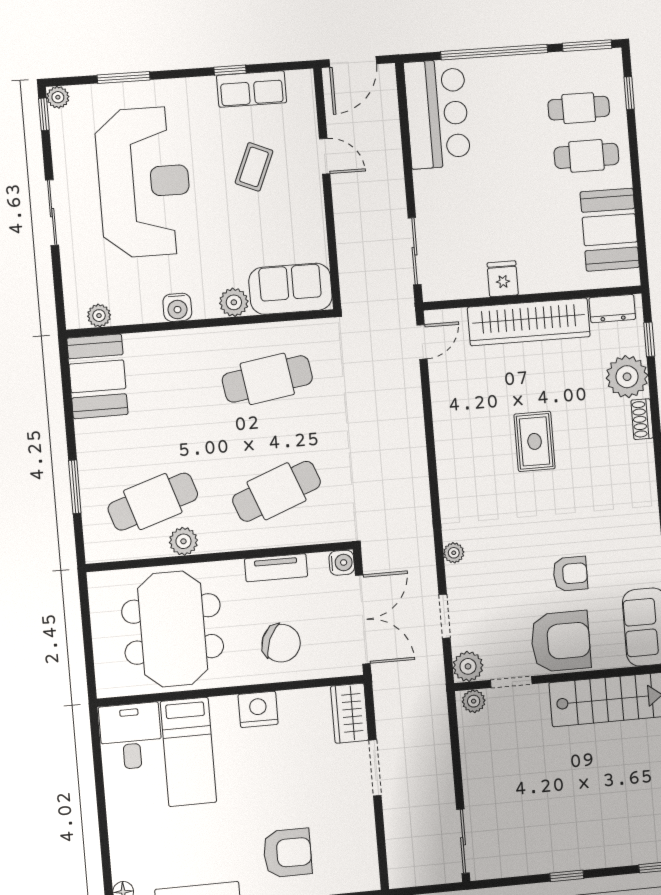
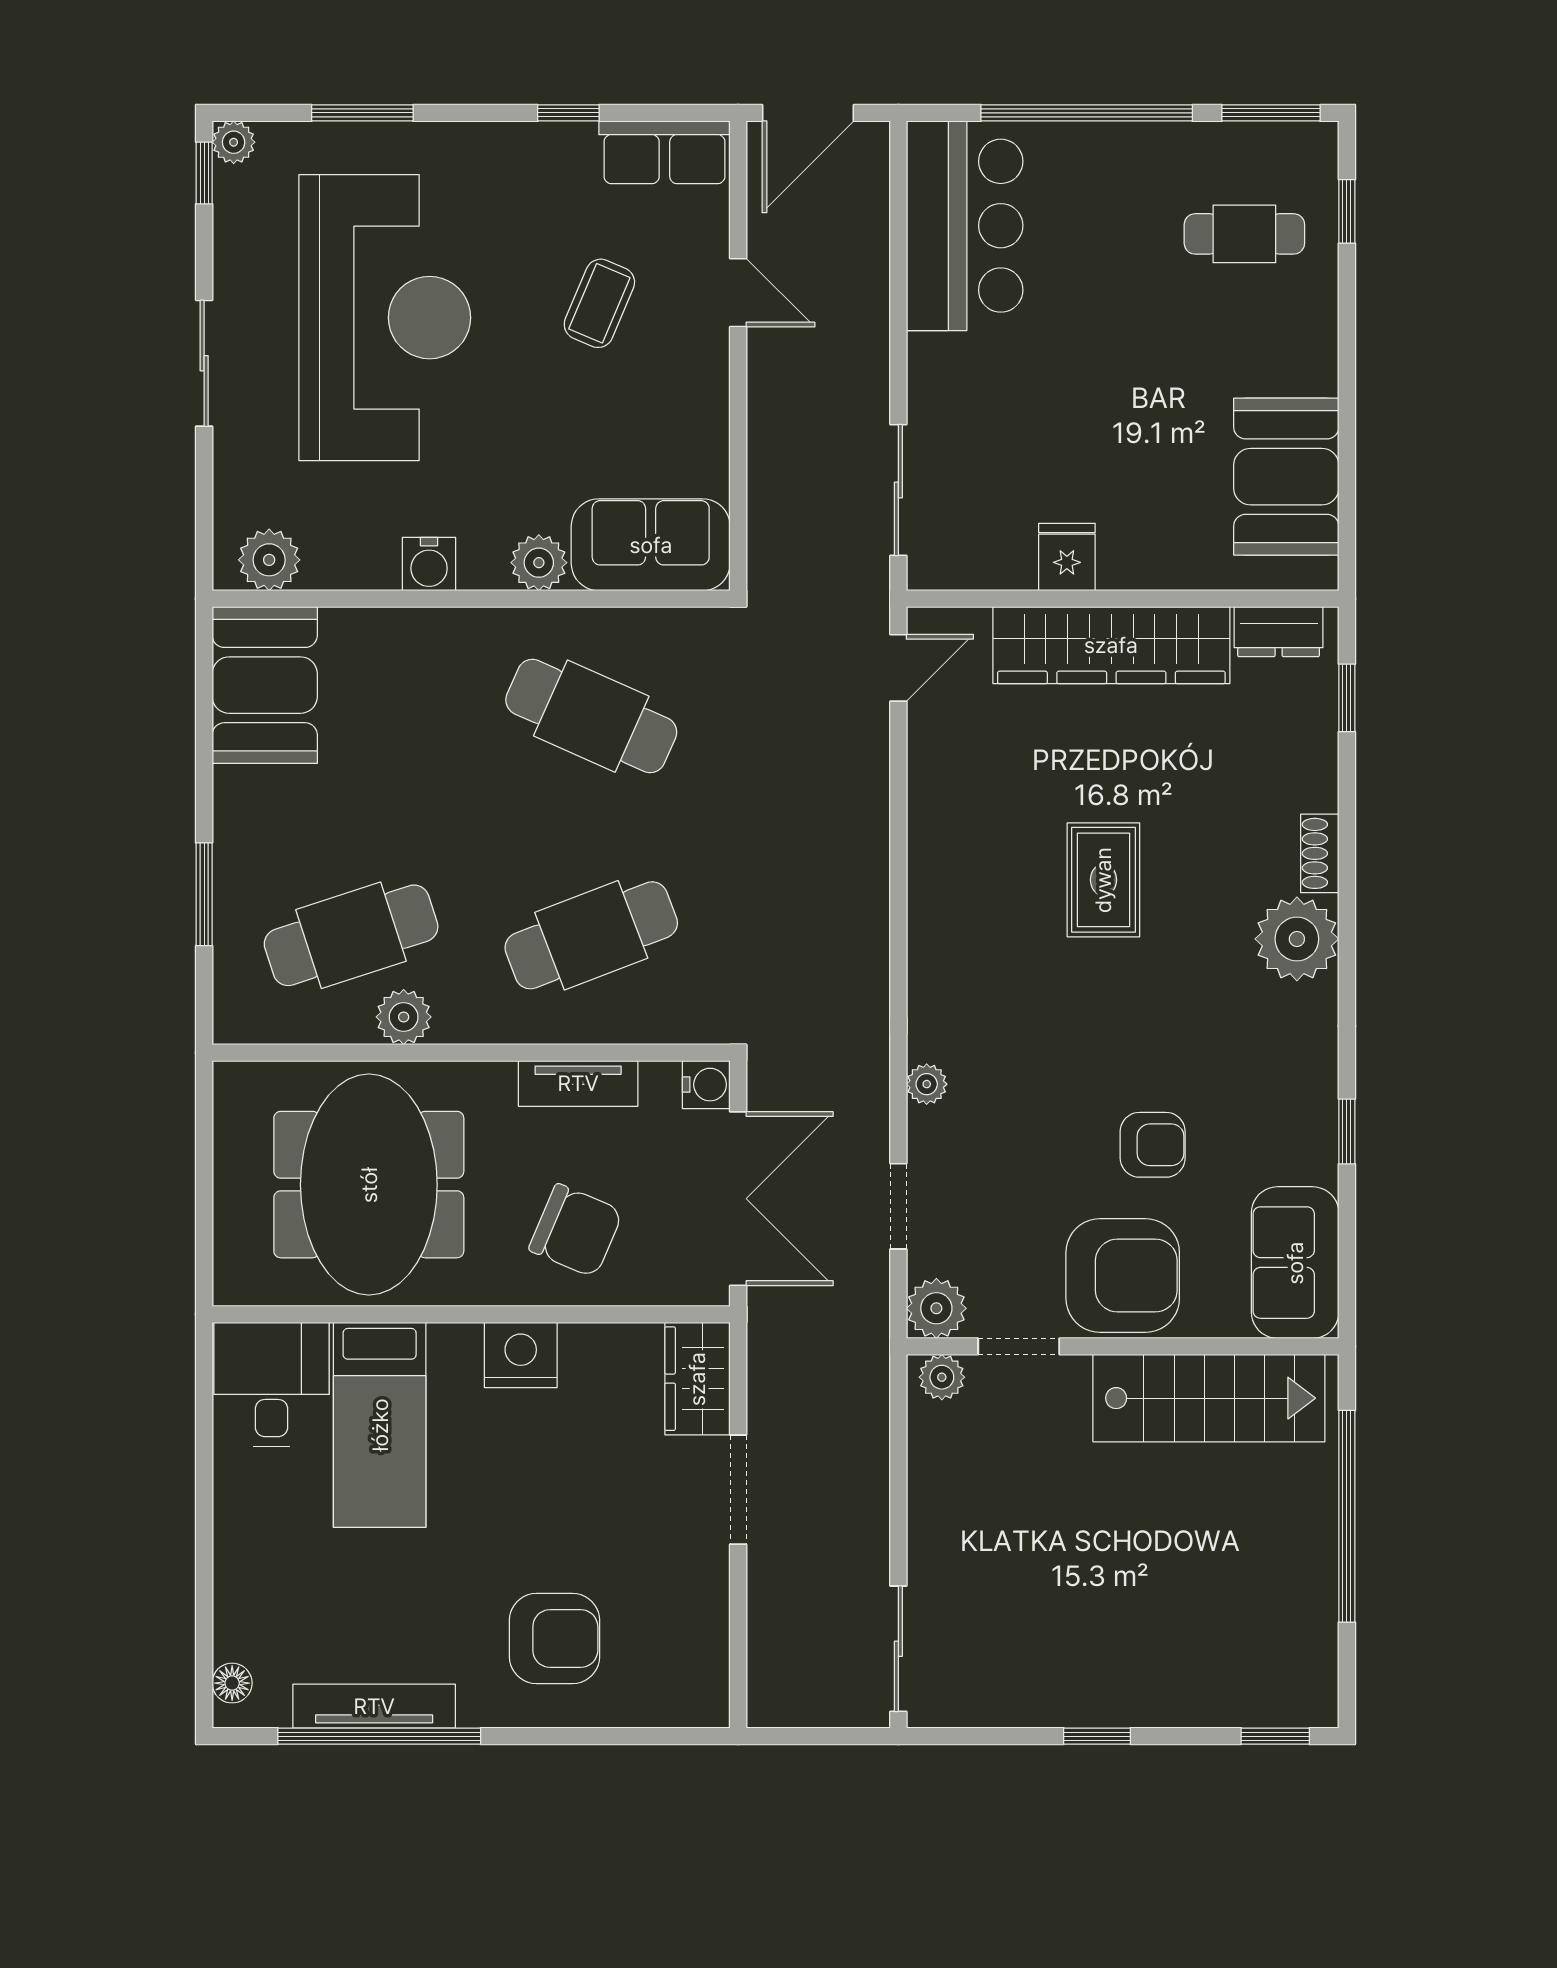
row of seats: (252, 89) -> (664, 152), moved
cafe table: (586, 156) -> (1252, 329), removed
plant: (99, 316) -> (269, 560), width x1.38, depth x1.38
plant: (627, 377) -> (1297, 939), moved
cafe table: (267, 379) -> (591, 716), turned 33

